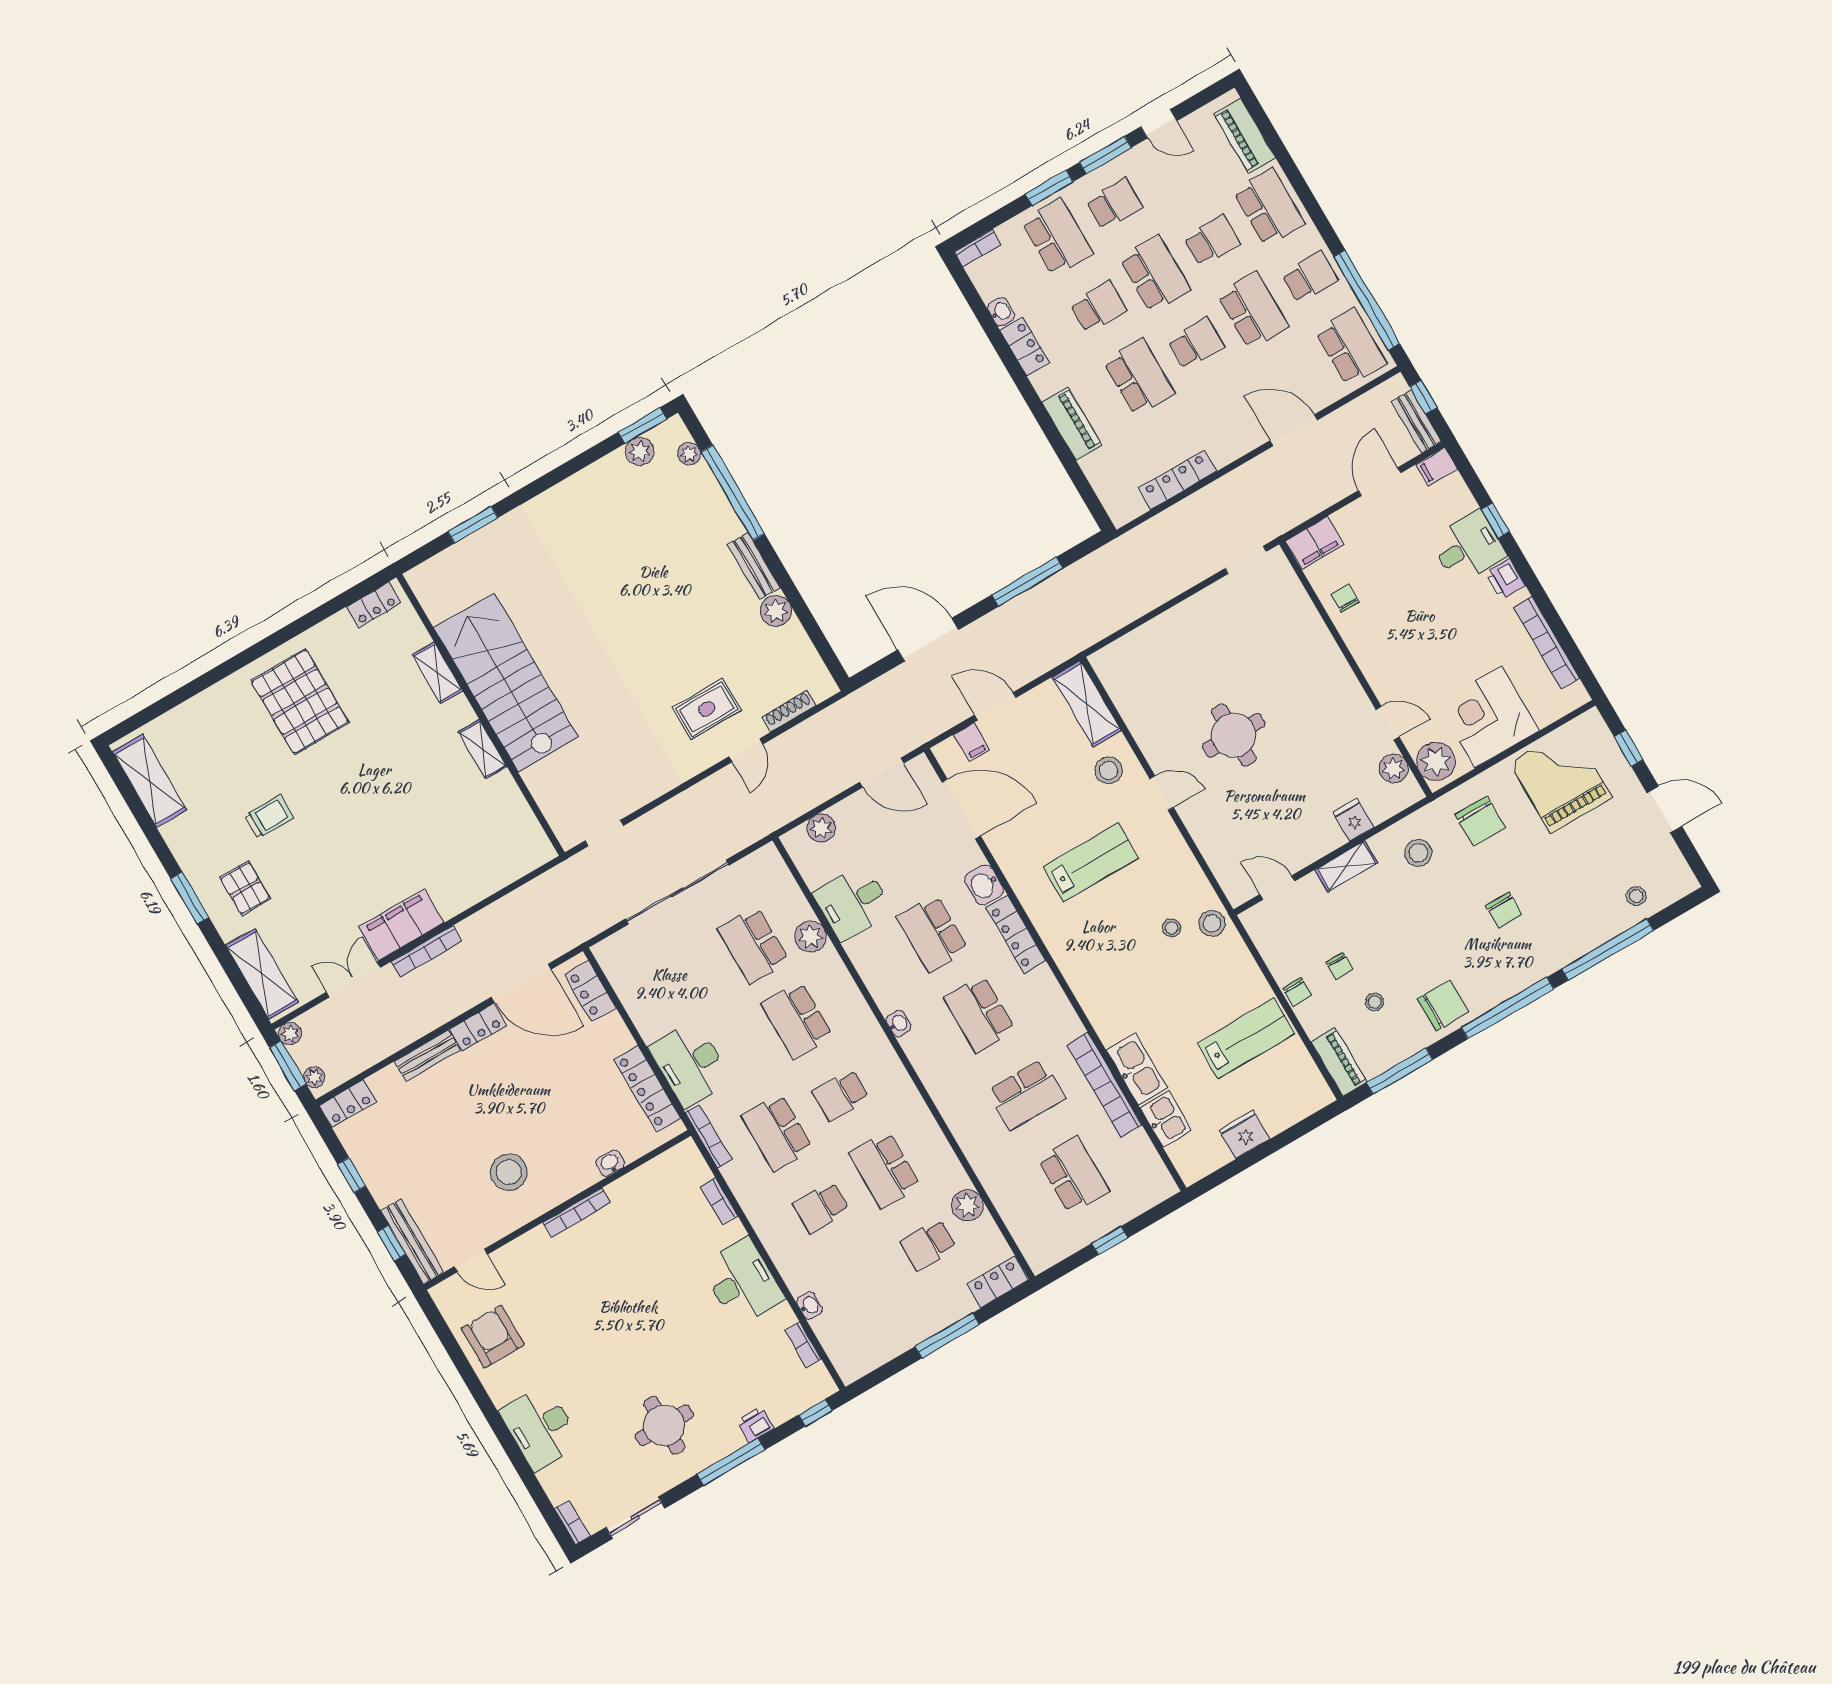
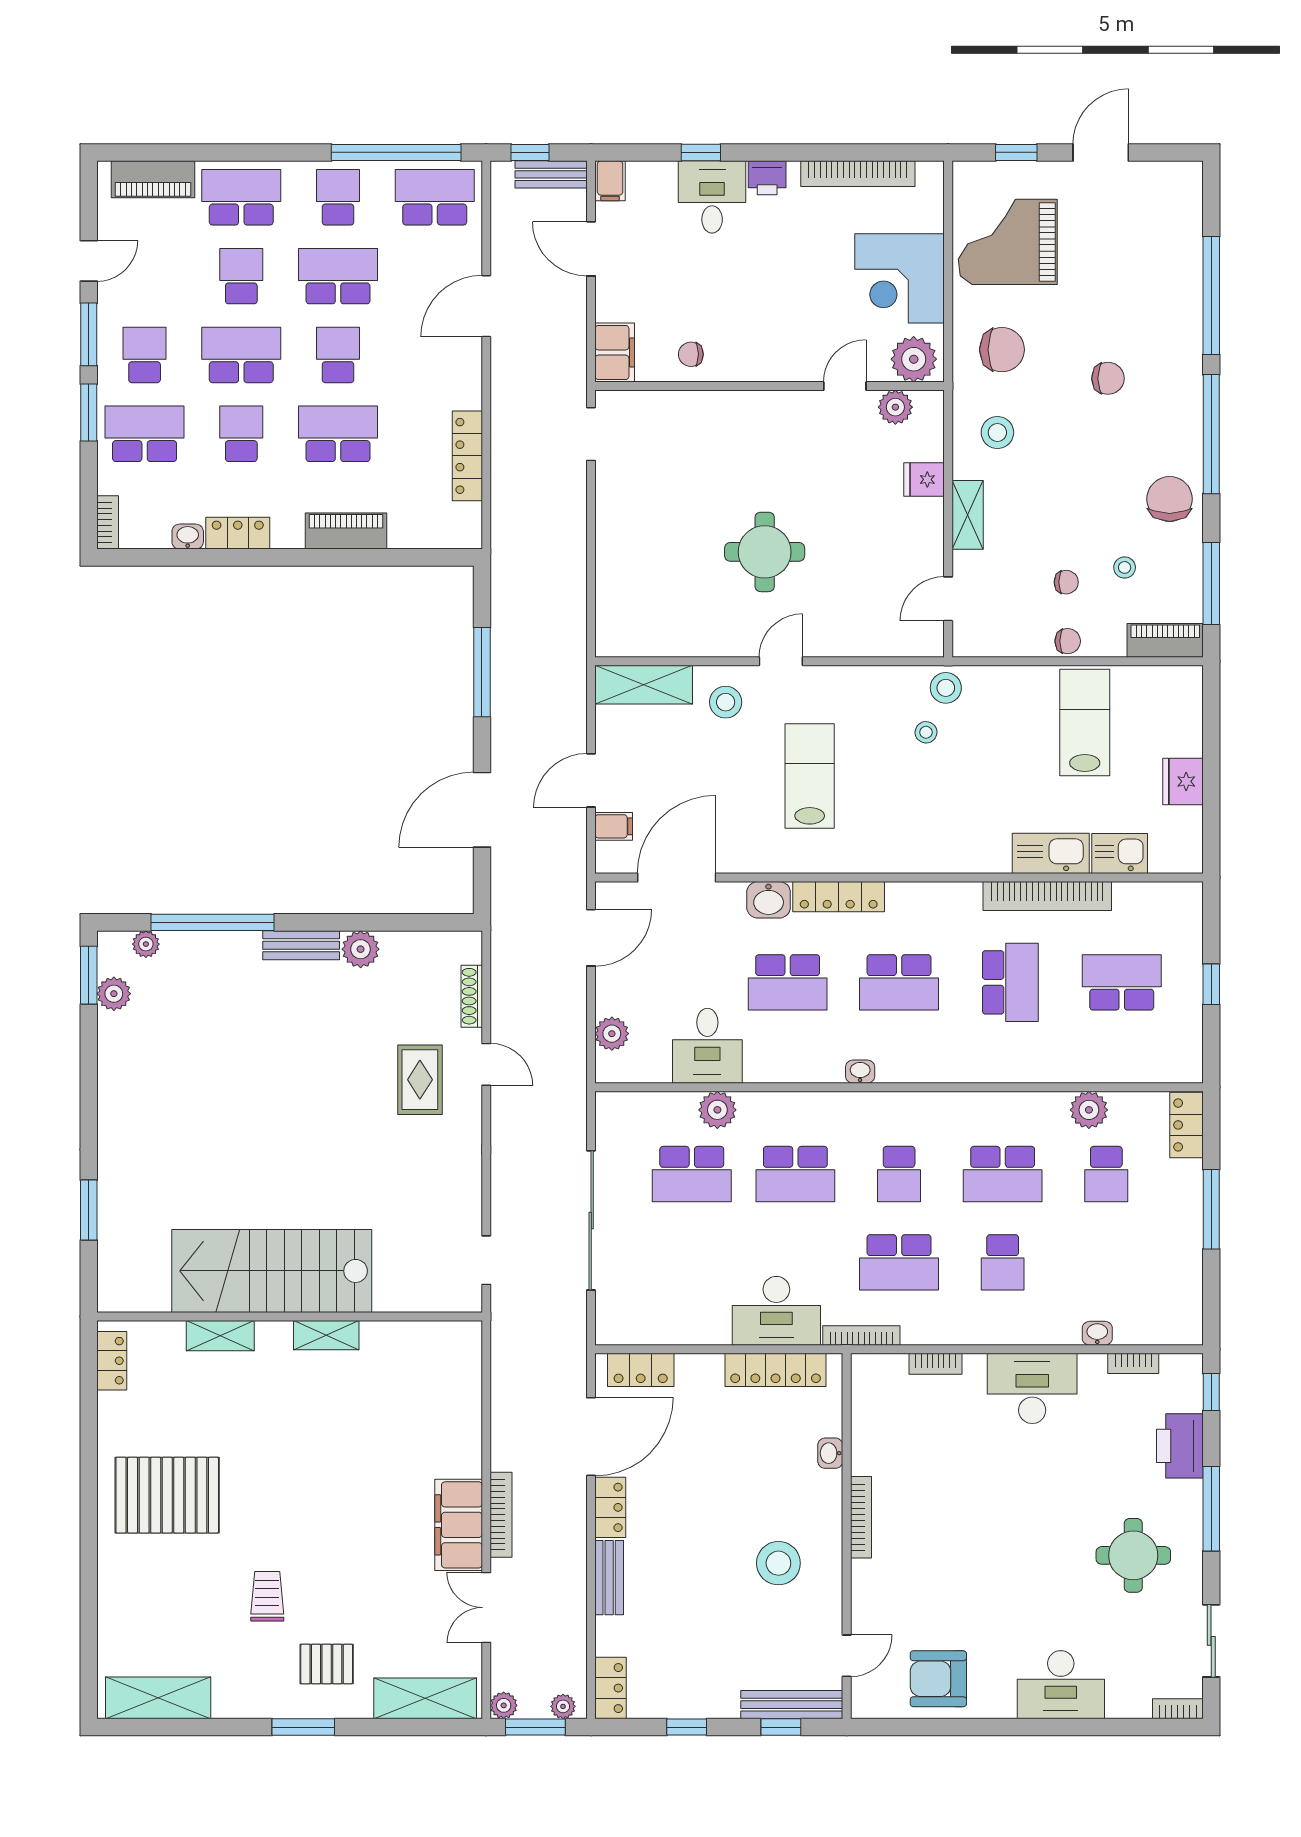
stool: (1636, 896) -> (1173, 234), removed
printer: (755, 1425) -> (1180, 1446), width x1.87, depth x1.48

